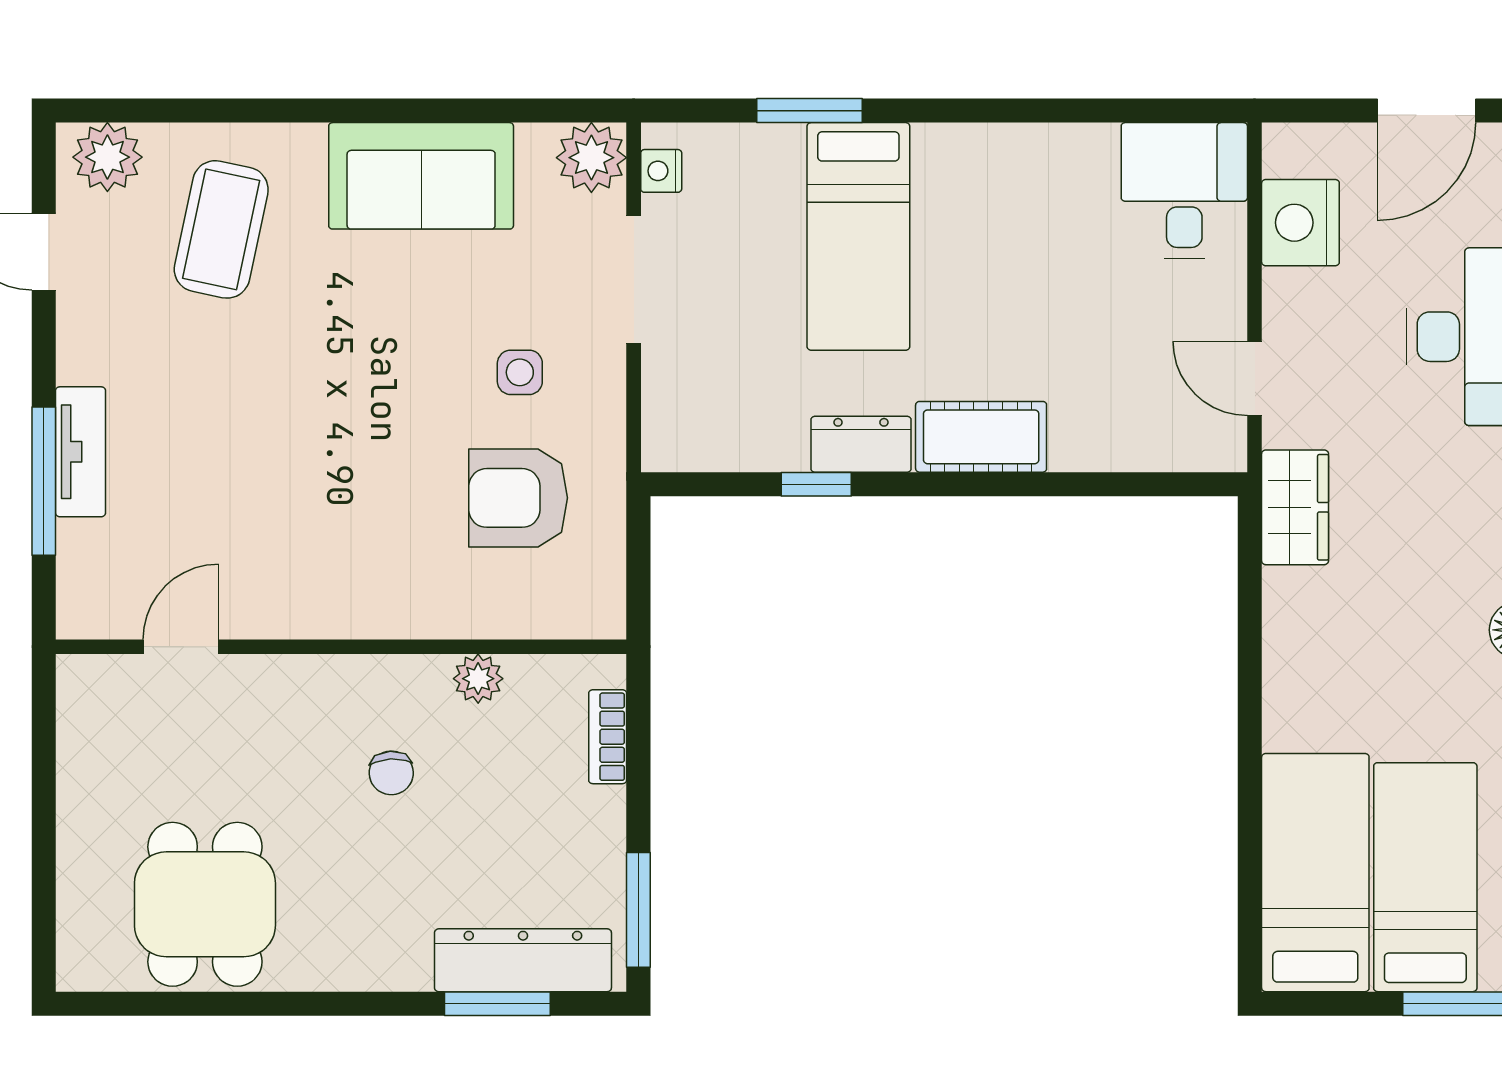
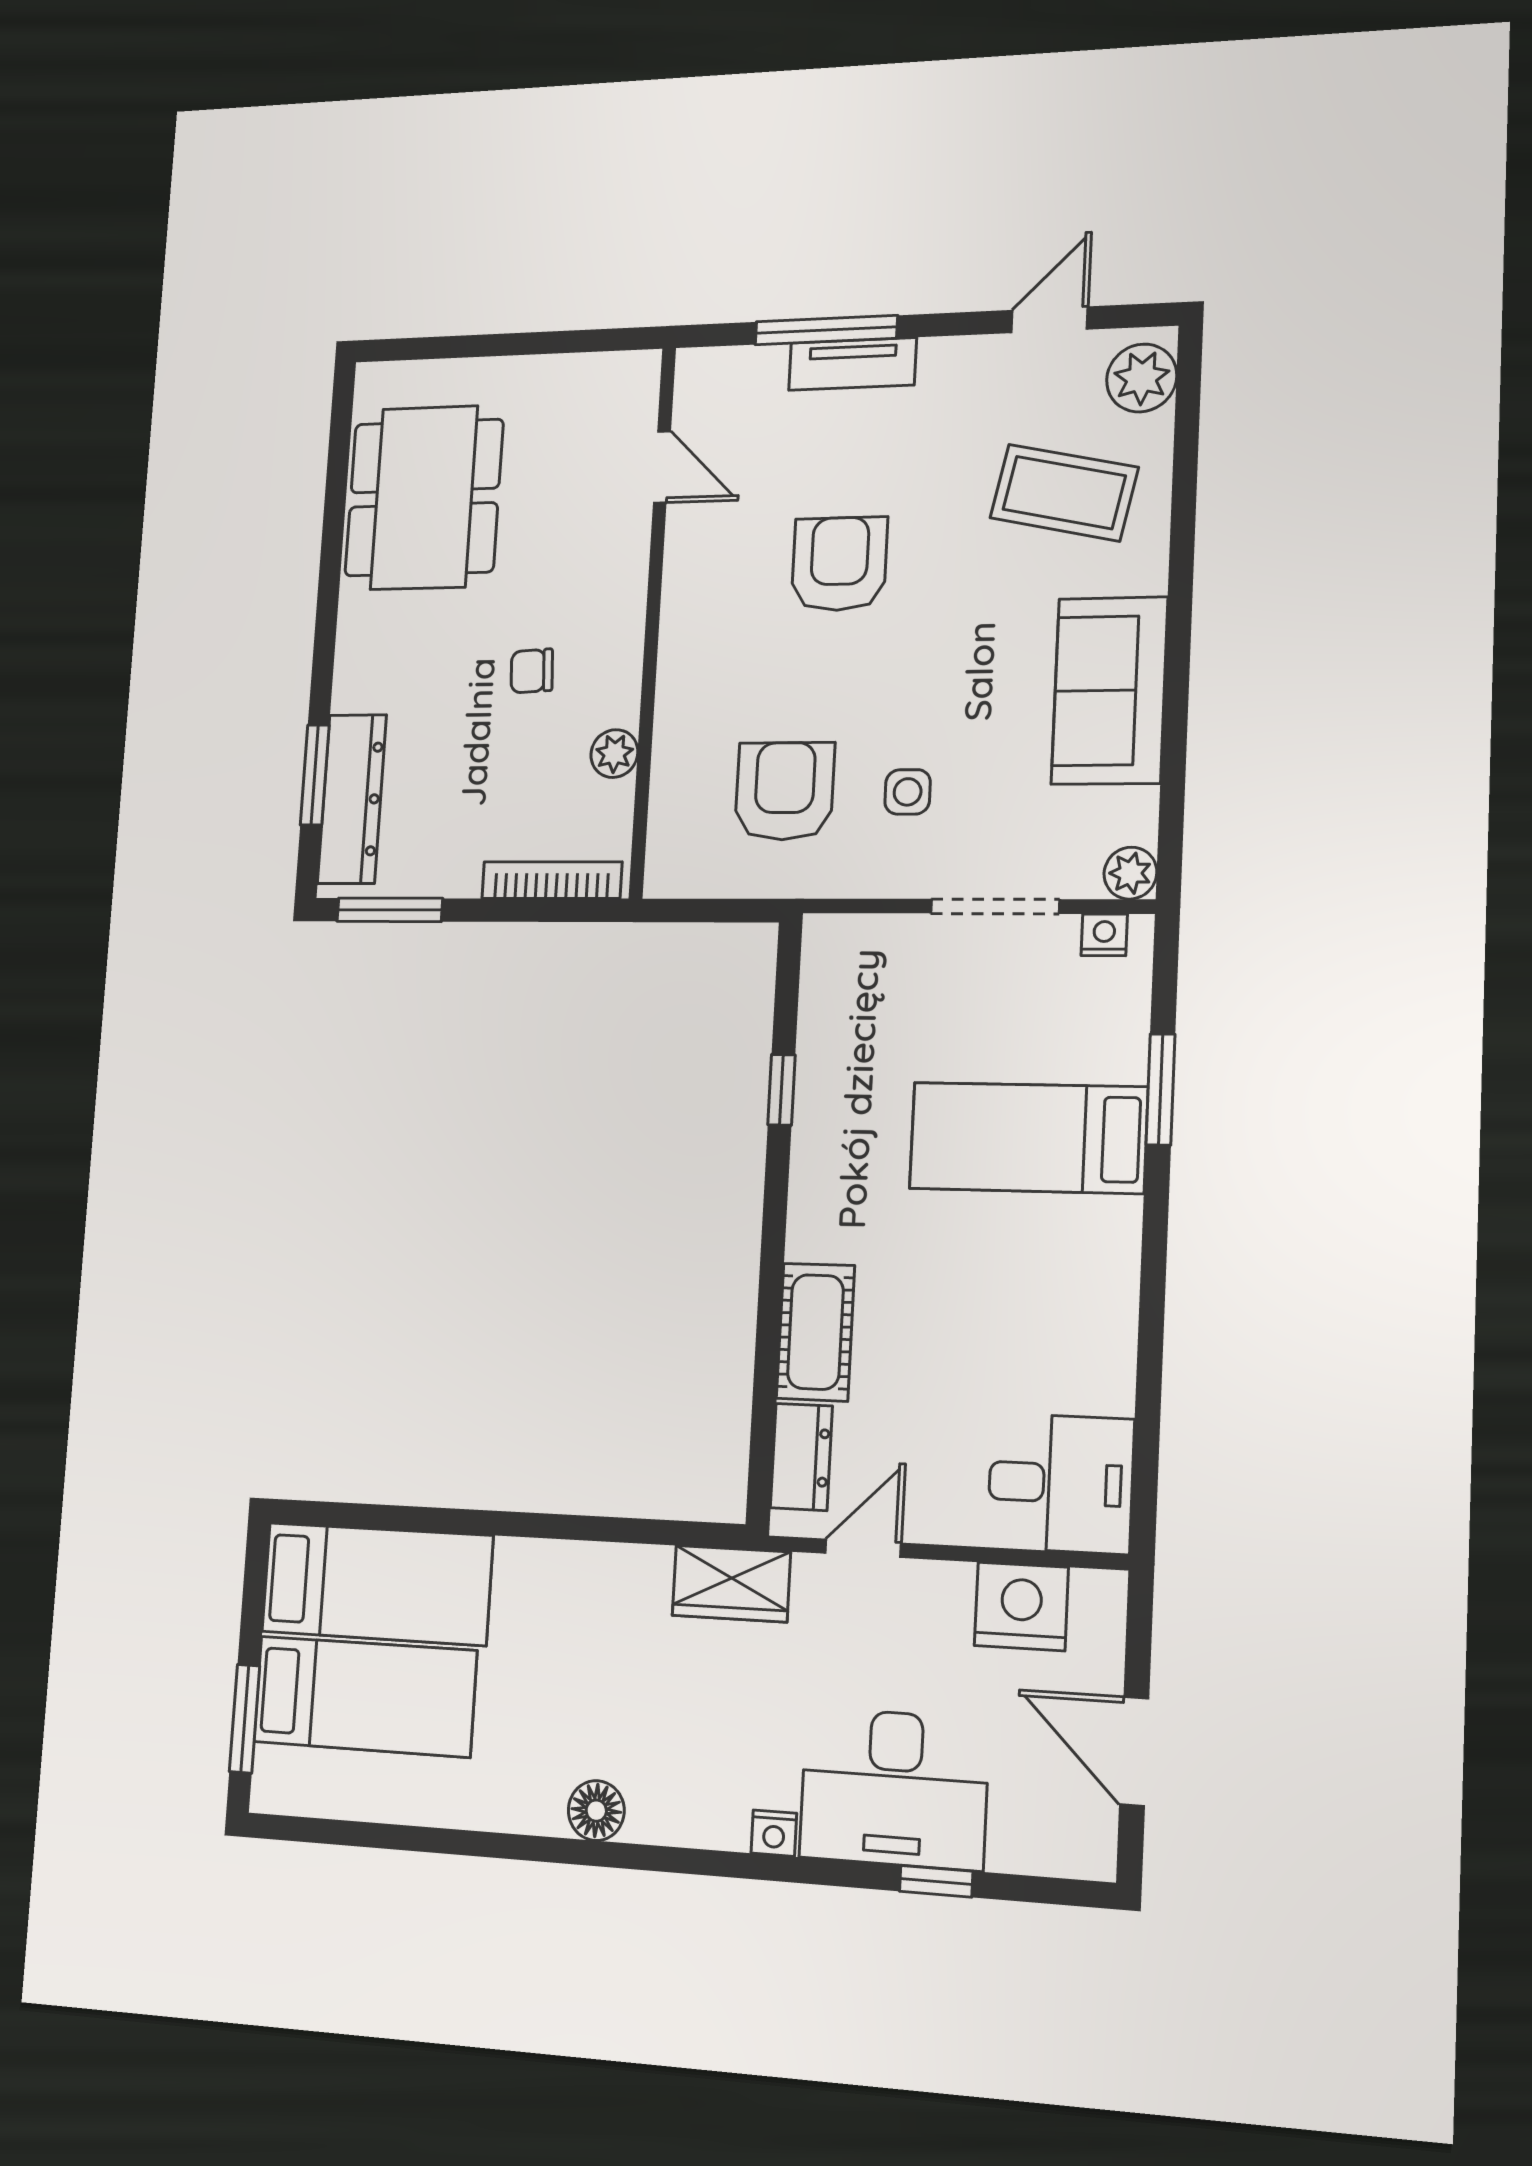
plant: (591, 158) -> (1130, 873), width x0.73, depth x0.73
cot: (981, 437) -> (816, 1332), moved
dresser: (861, 444) -> (801, 1457), moved
armchair: (287, 454) -> (839, 564), added
bookcase: (608, 737) -> (552, 880), width x1.56
dining table: (205, 904) -> (424, 498), width x1.38

